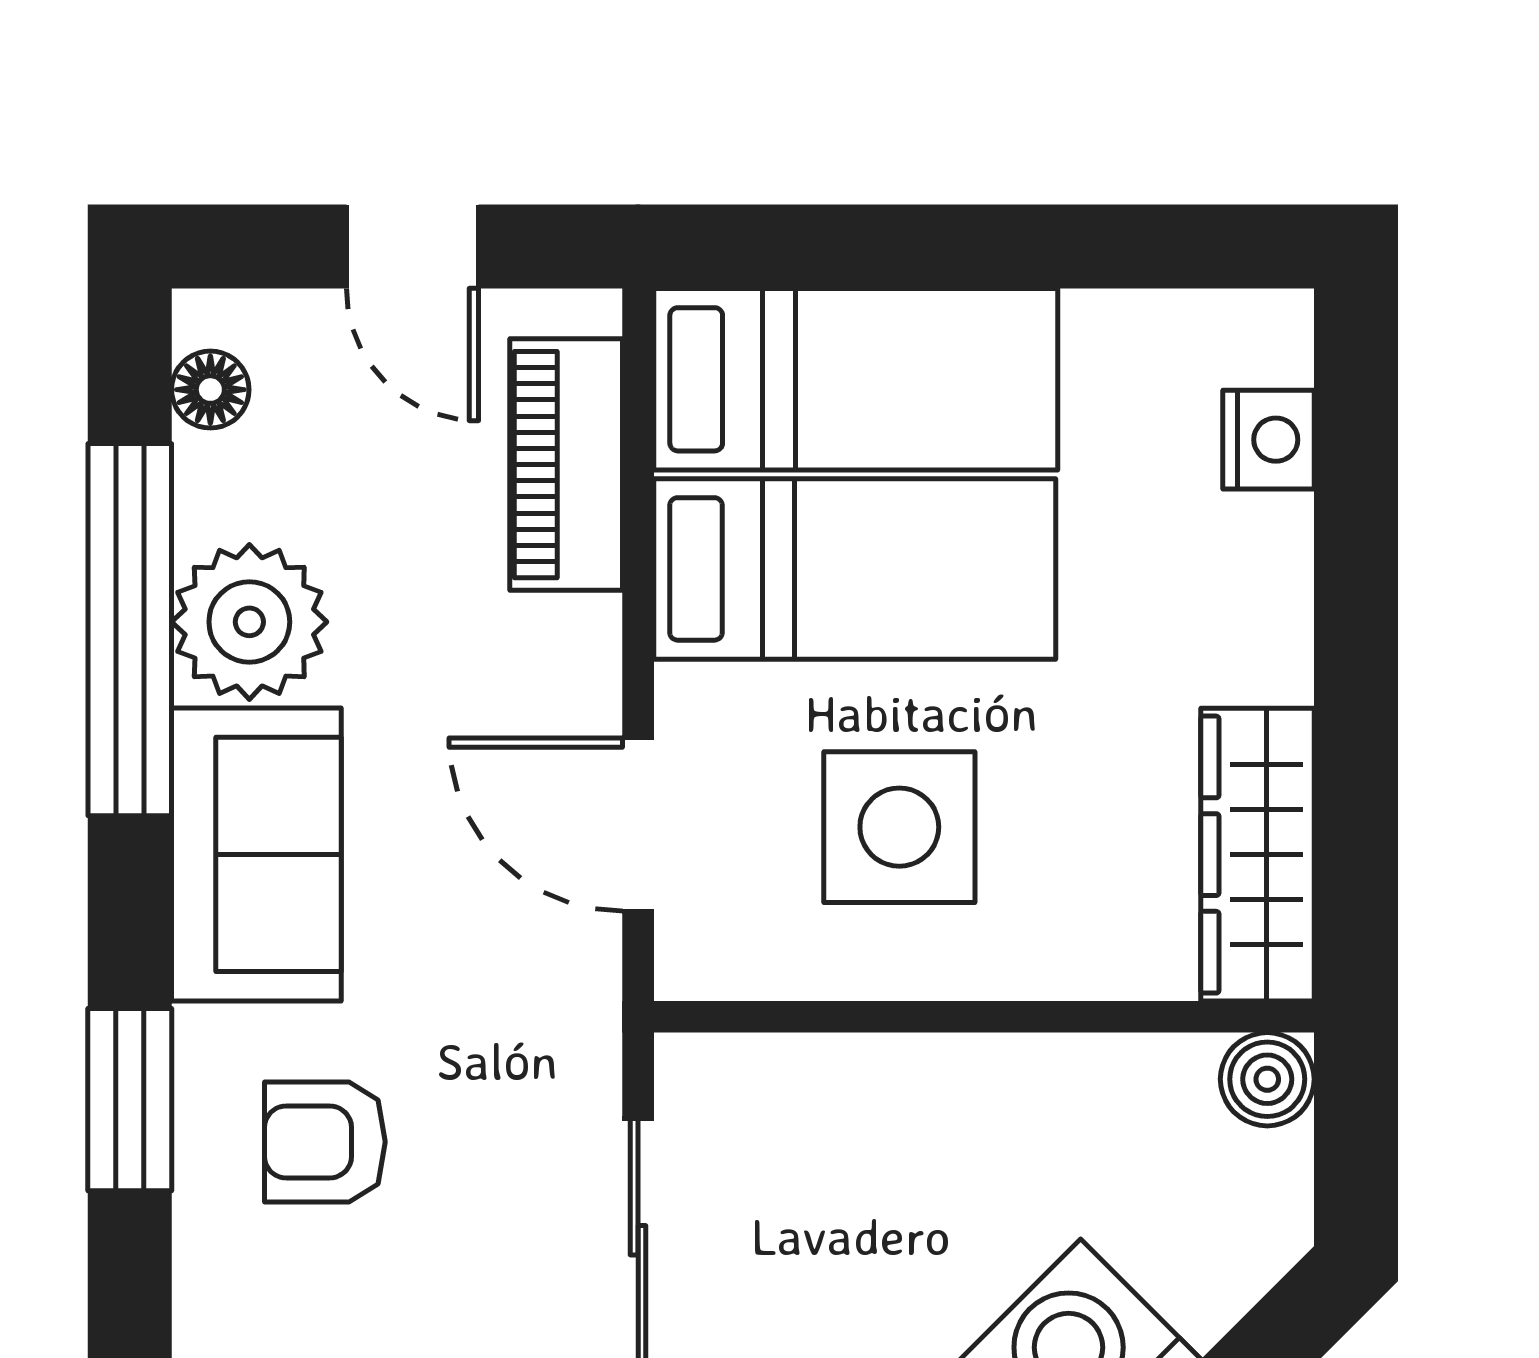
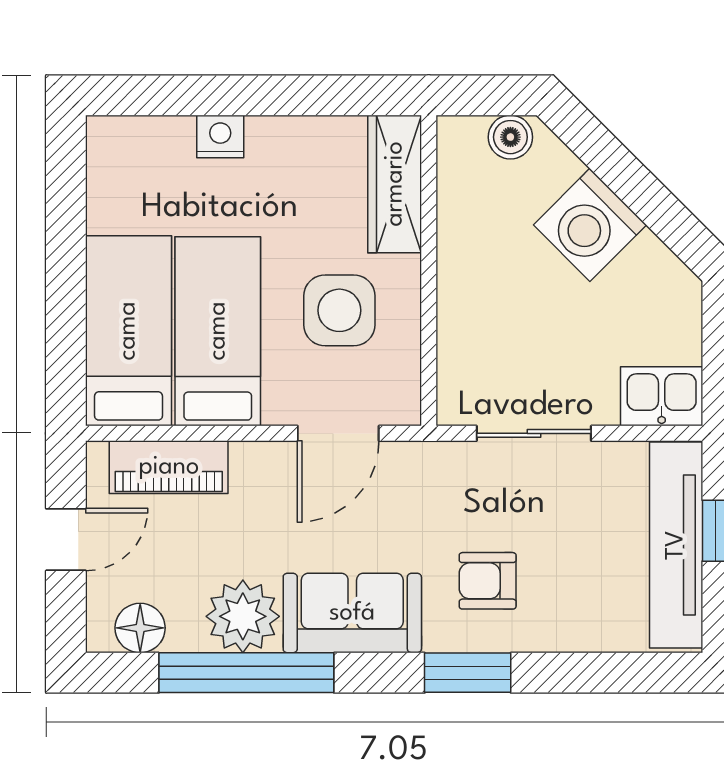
floor lamp: (210, 390) -> (140, 628), width x1.37, depth x1.37
nightstand: (1268, 440) -> (220, 136), moved
wardrobe: (1257, 855) -> (395, 184), moved, turned 90
boiler: (1267, 1079) -> (510, 137), moved
armchair: (325, 1142) -> (488, 581), turned 90

